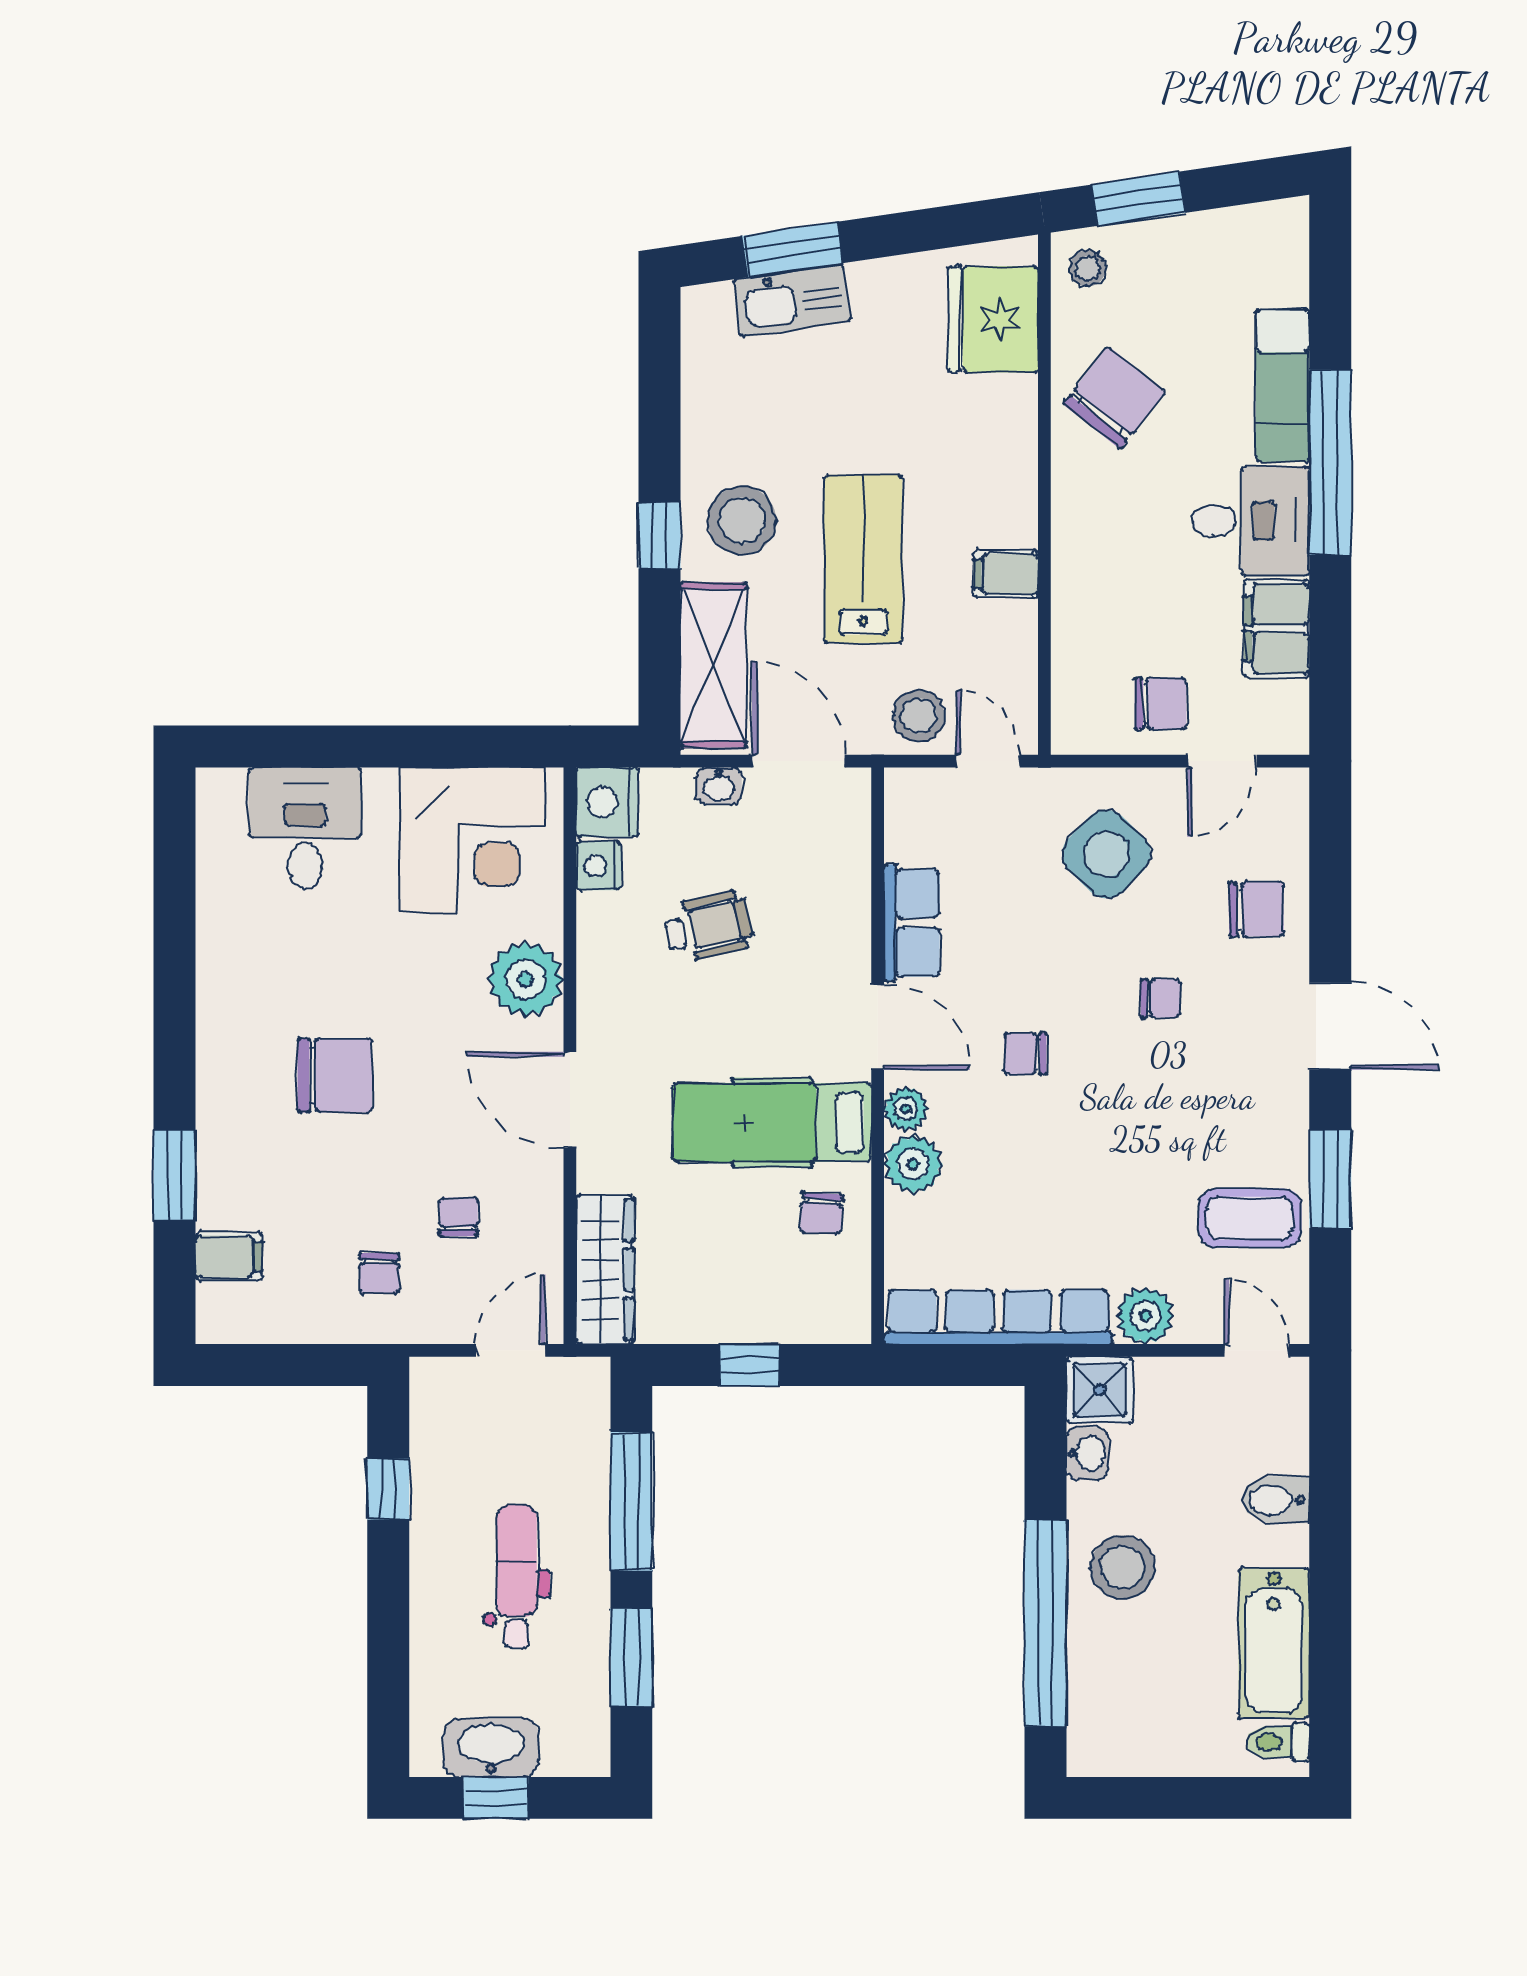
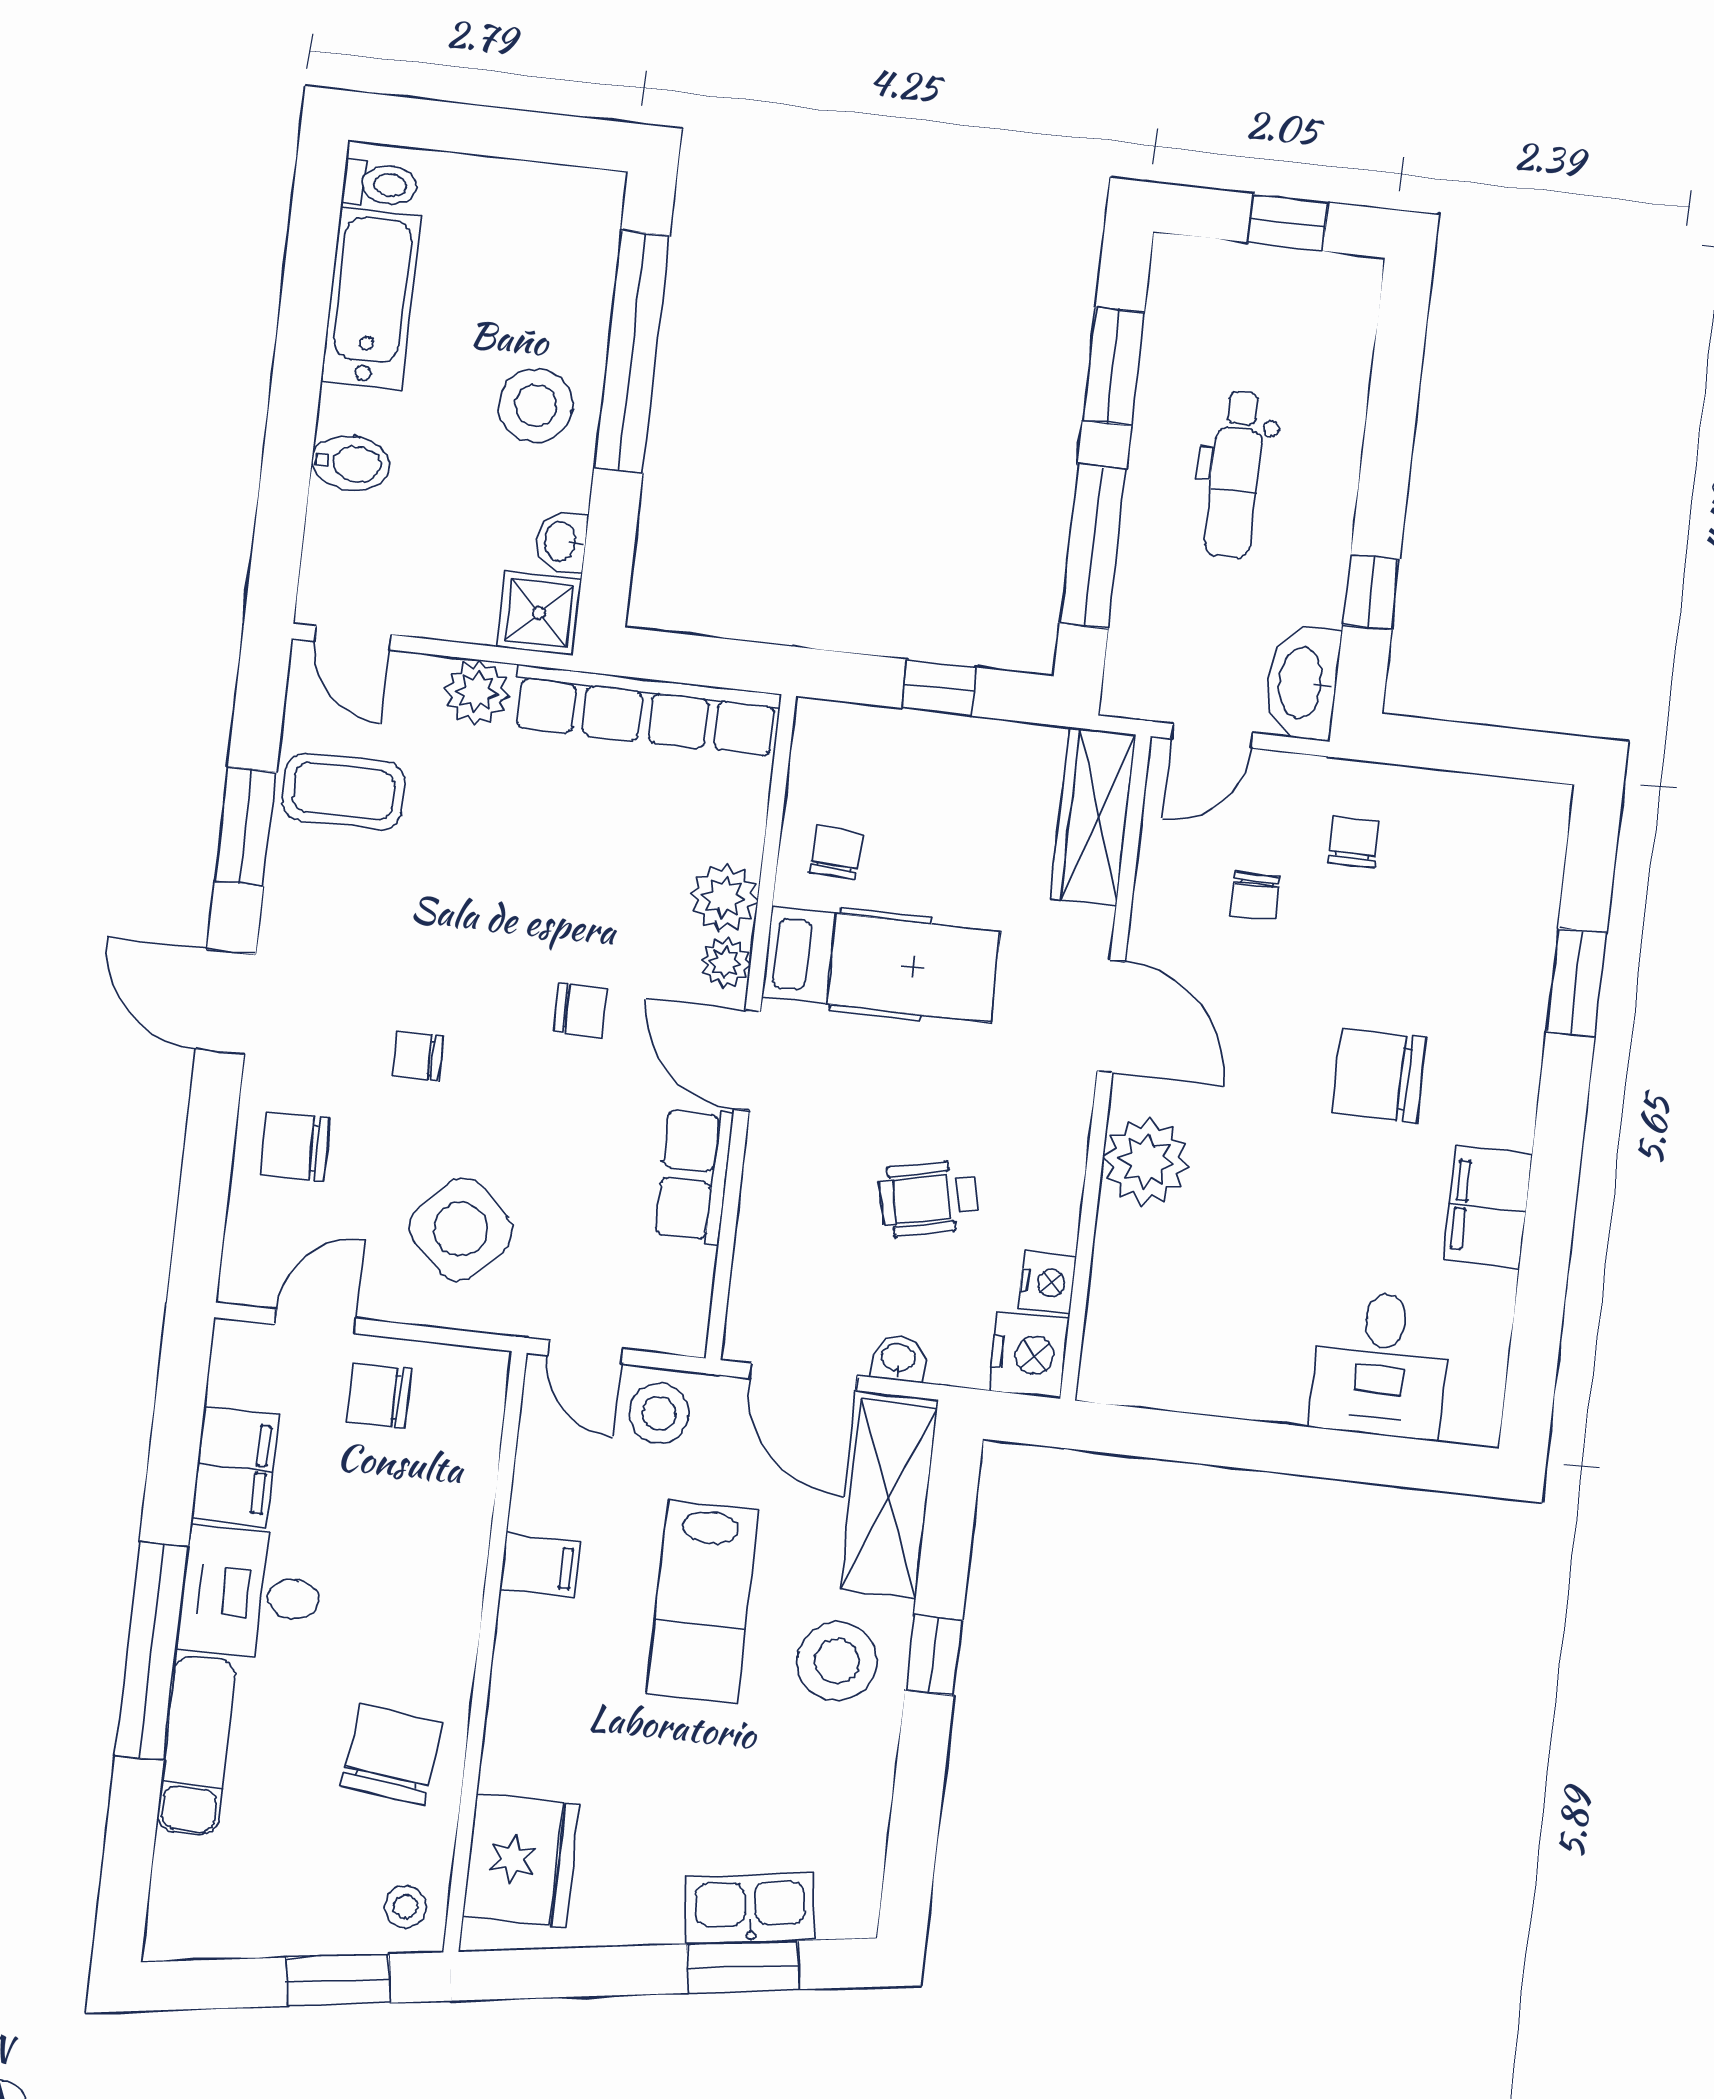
chair: (1114, 398) -> (392, 1754), turned 149
corner desk: (472, 840) -> (1189, 1329), removed
filing cabinet: (229, 1257) -> (1488, 1207), moved, width x2.00
washbasin: (491, 1748) -> (1302, 683), moved, turned 90

